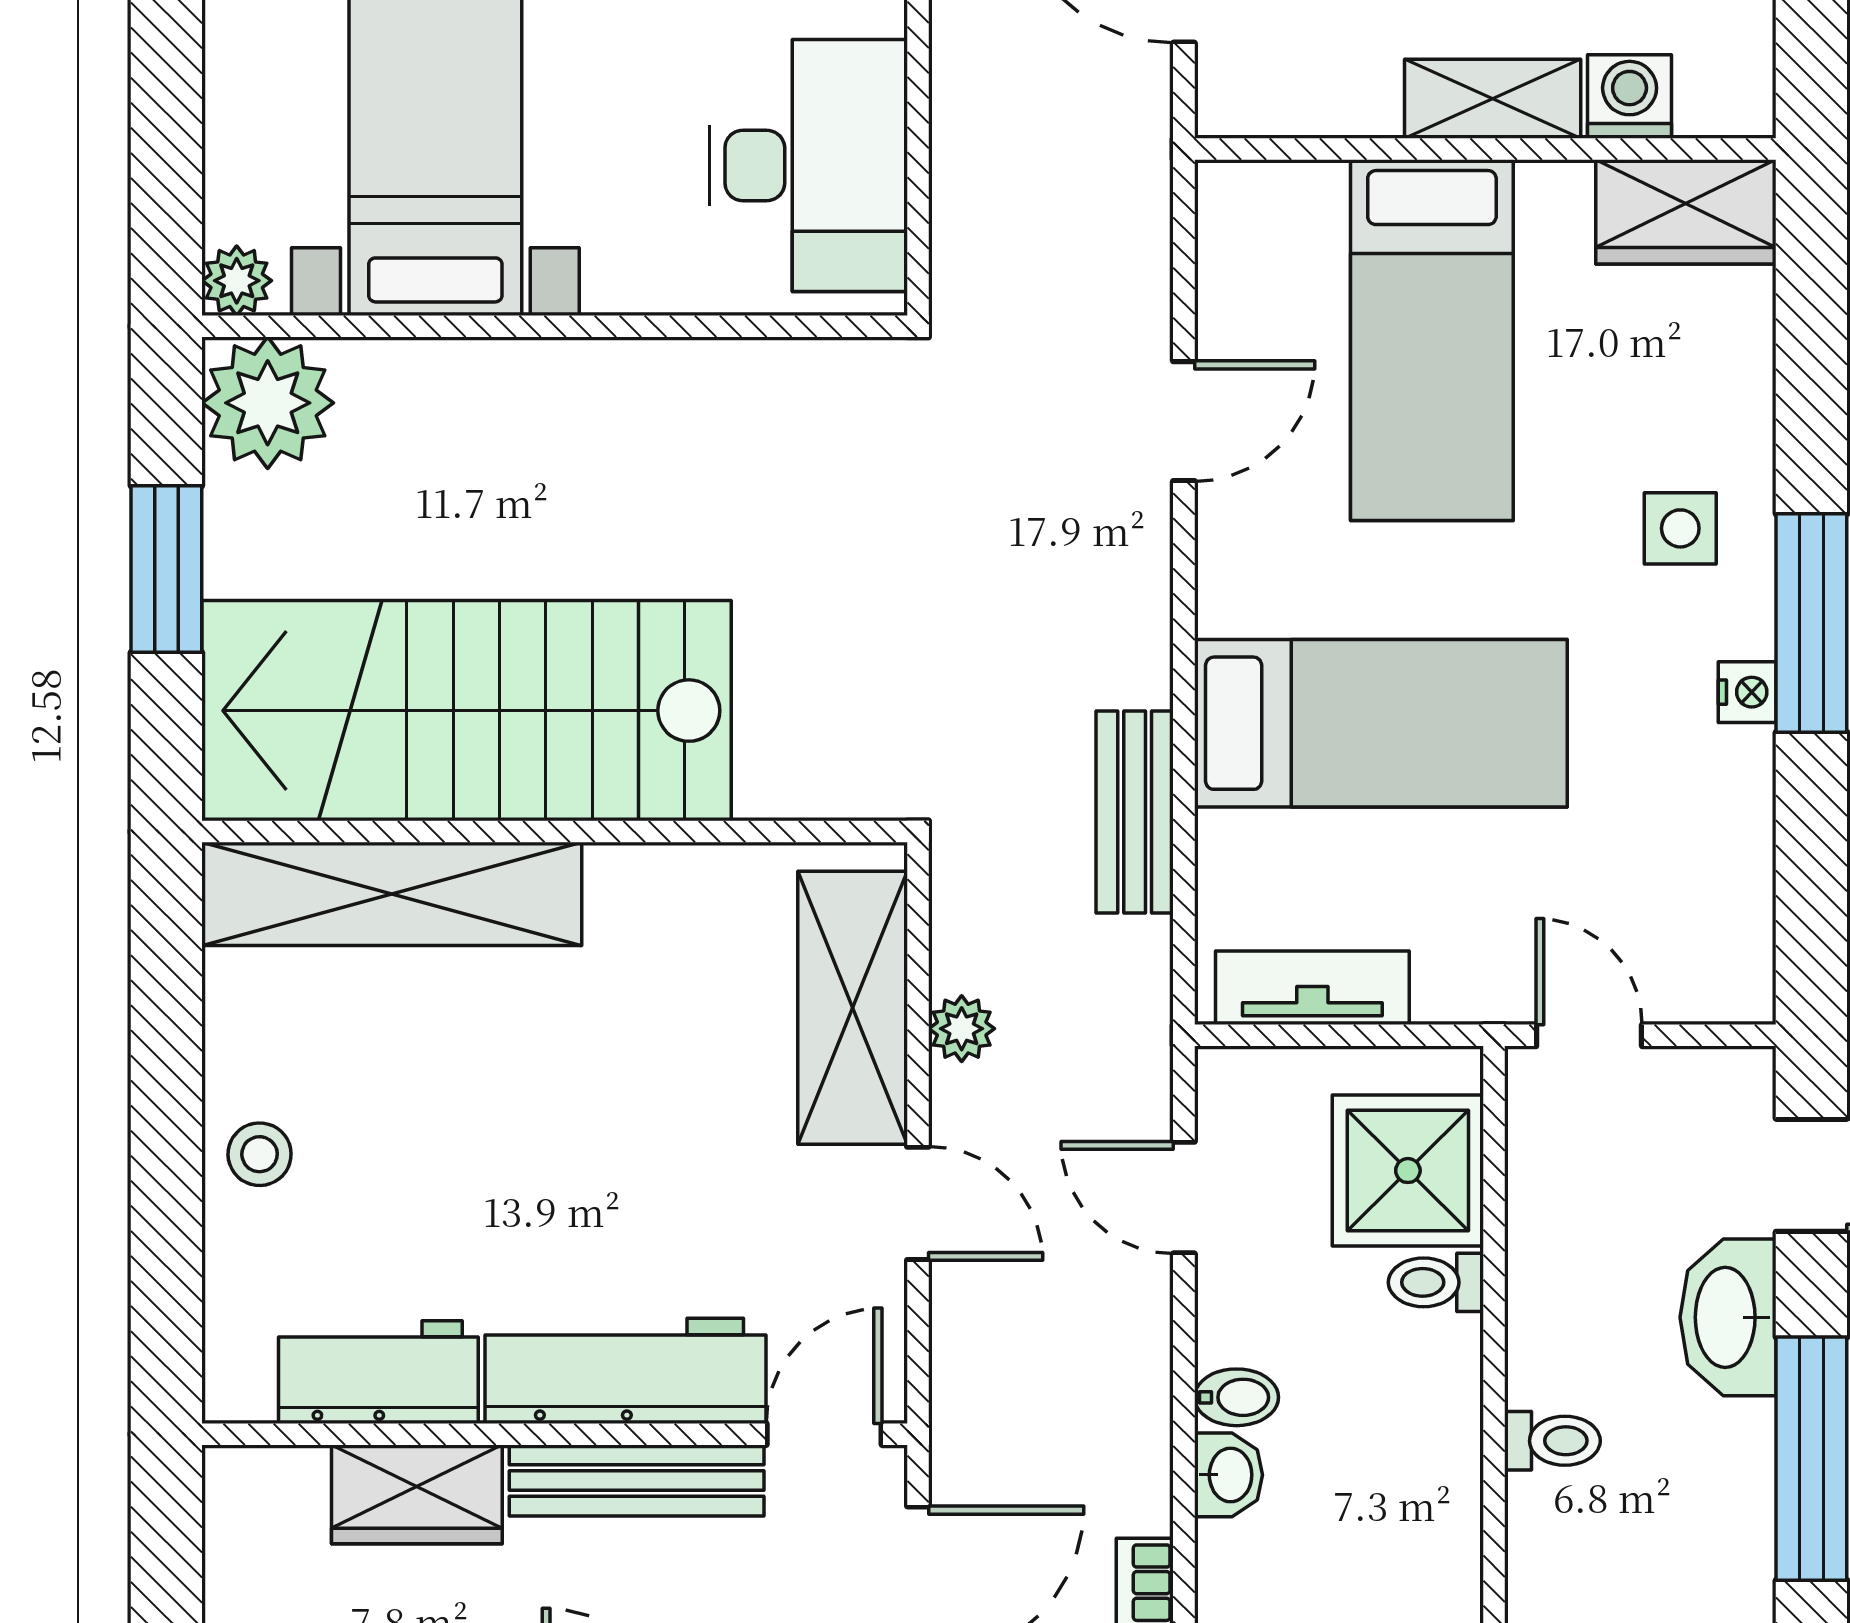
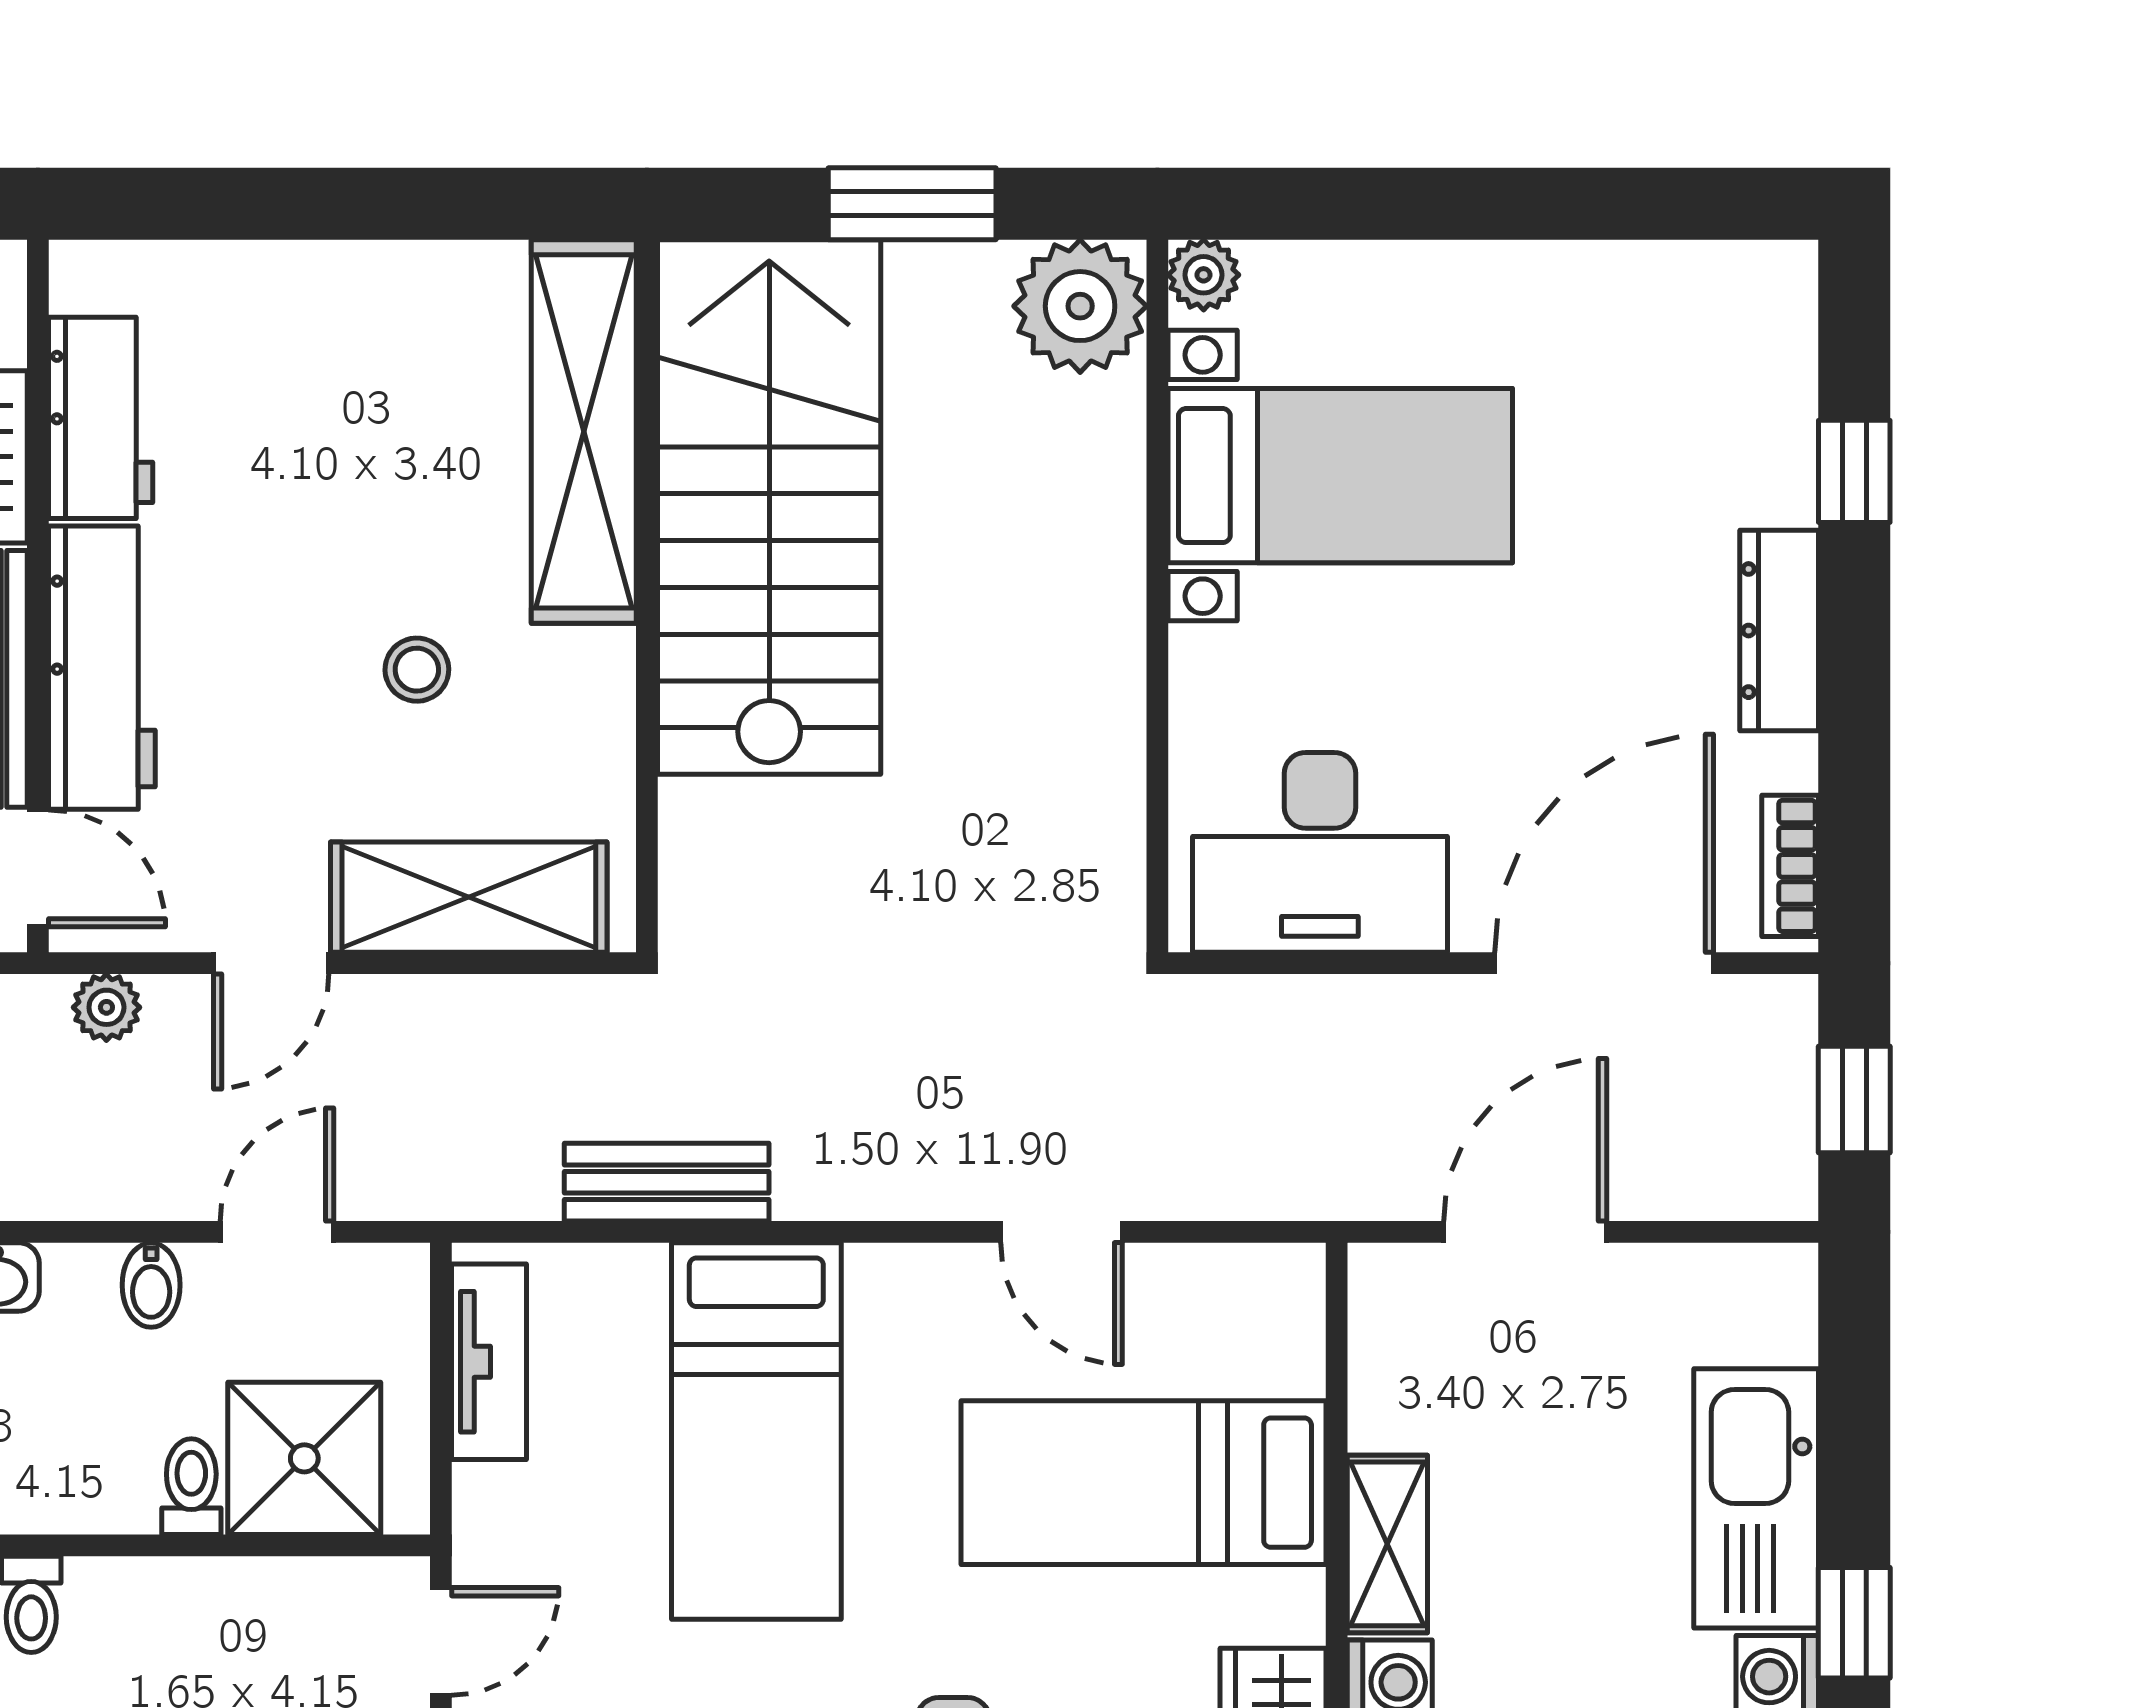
plant: (962, 1029) -> (106, 1007), moved
stool: (260, 1154) -> (417, 670), moved
bidet: (1236, 1397) -> (151, 1285), moved

